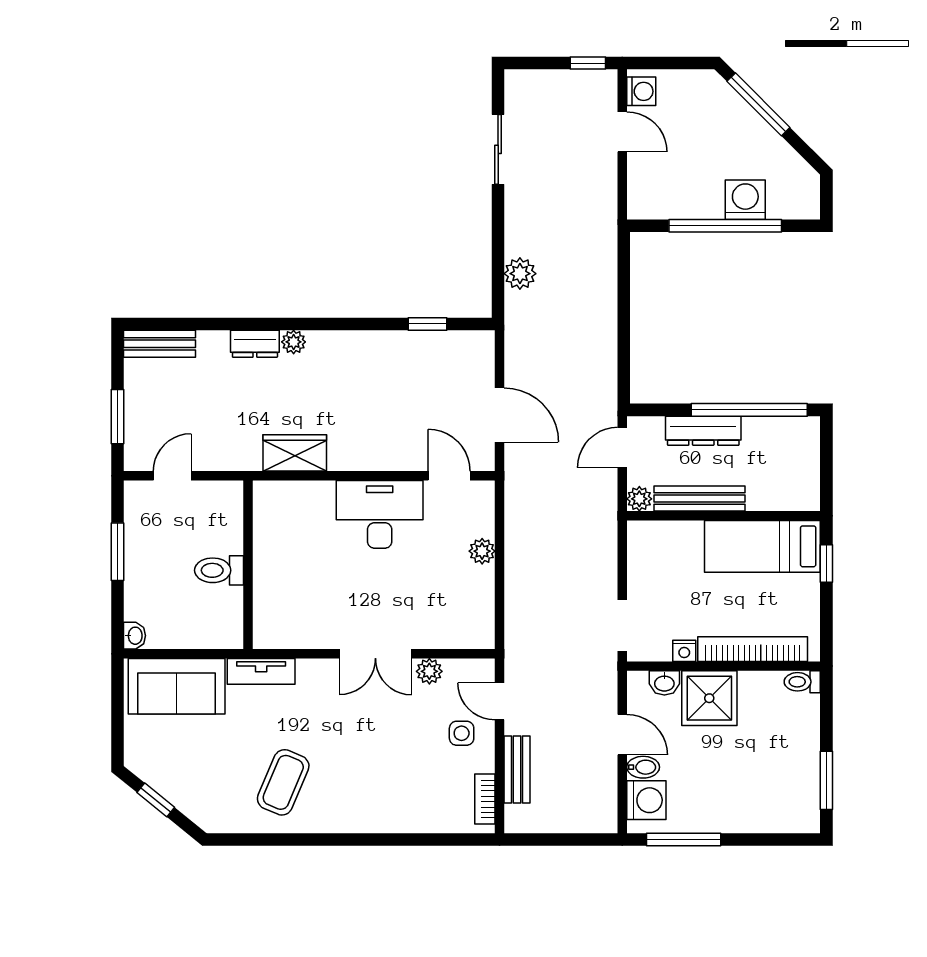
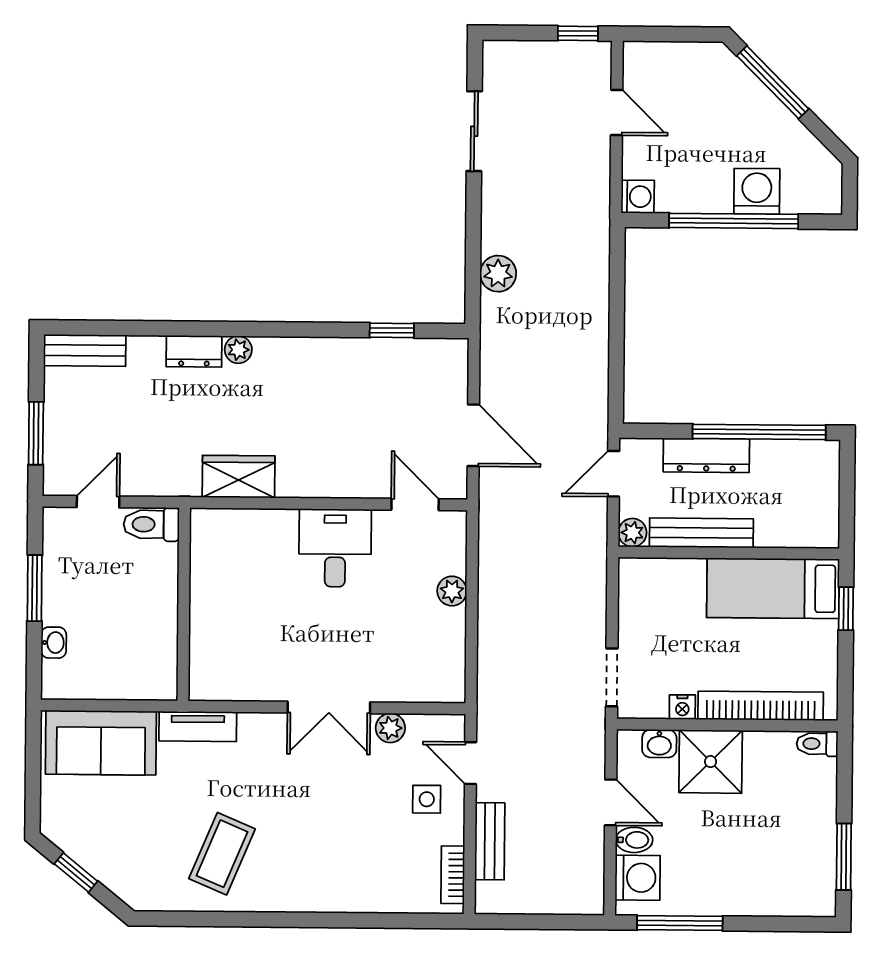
washing machine: (641, 91) -> (638, 197), moved
desk: (380, 514) -> (335, 548), width x0.73
toilet: (219, 570) -> (151, 524), moved
washbasin: (135, 636) -> (54, 643), moved

